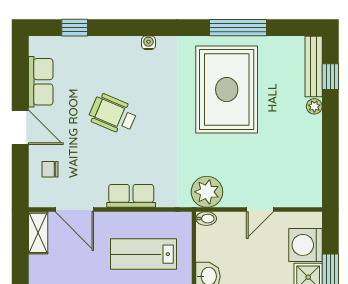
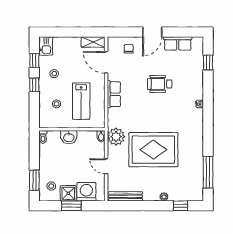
window: (238, 28) -> (208, 172), moved
bench: (314, 67) -> (125, 196), moved
rug: (227, 90) -> (153, 150), moved
wheelchair: (113, 114) -> (160, 84), turned -113
door: (74, 210) -> (106, 62), hinge flipped
lab bench: (143, 254) -> (81, 101), turned 180

